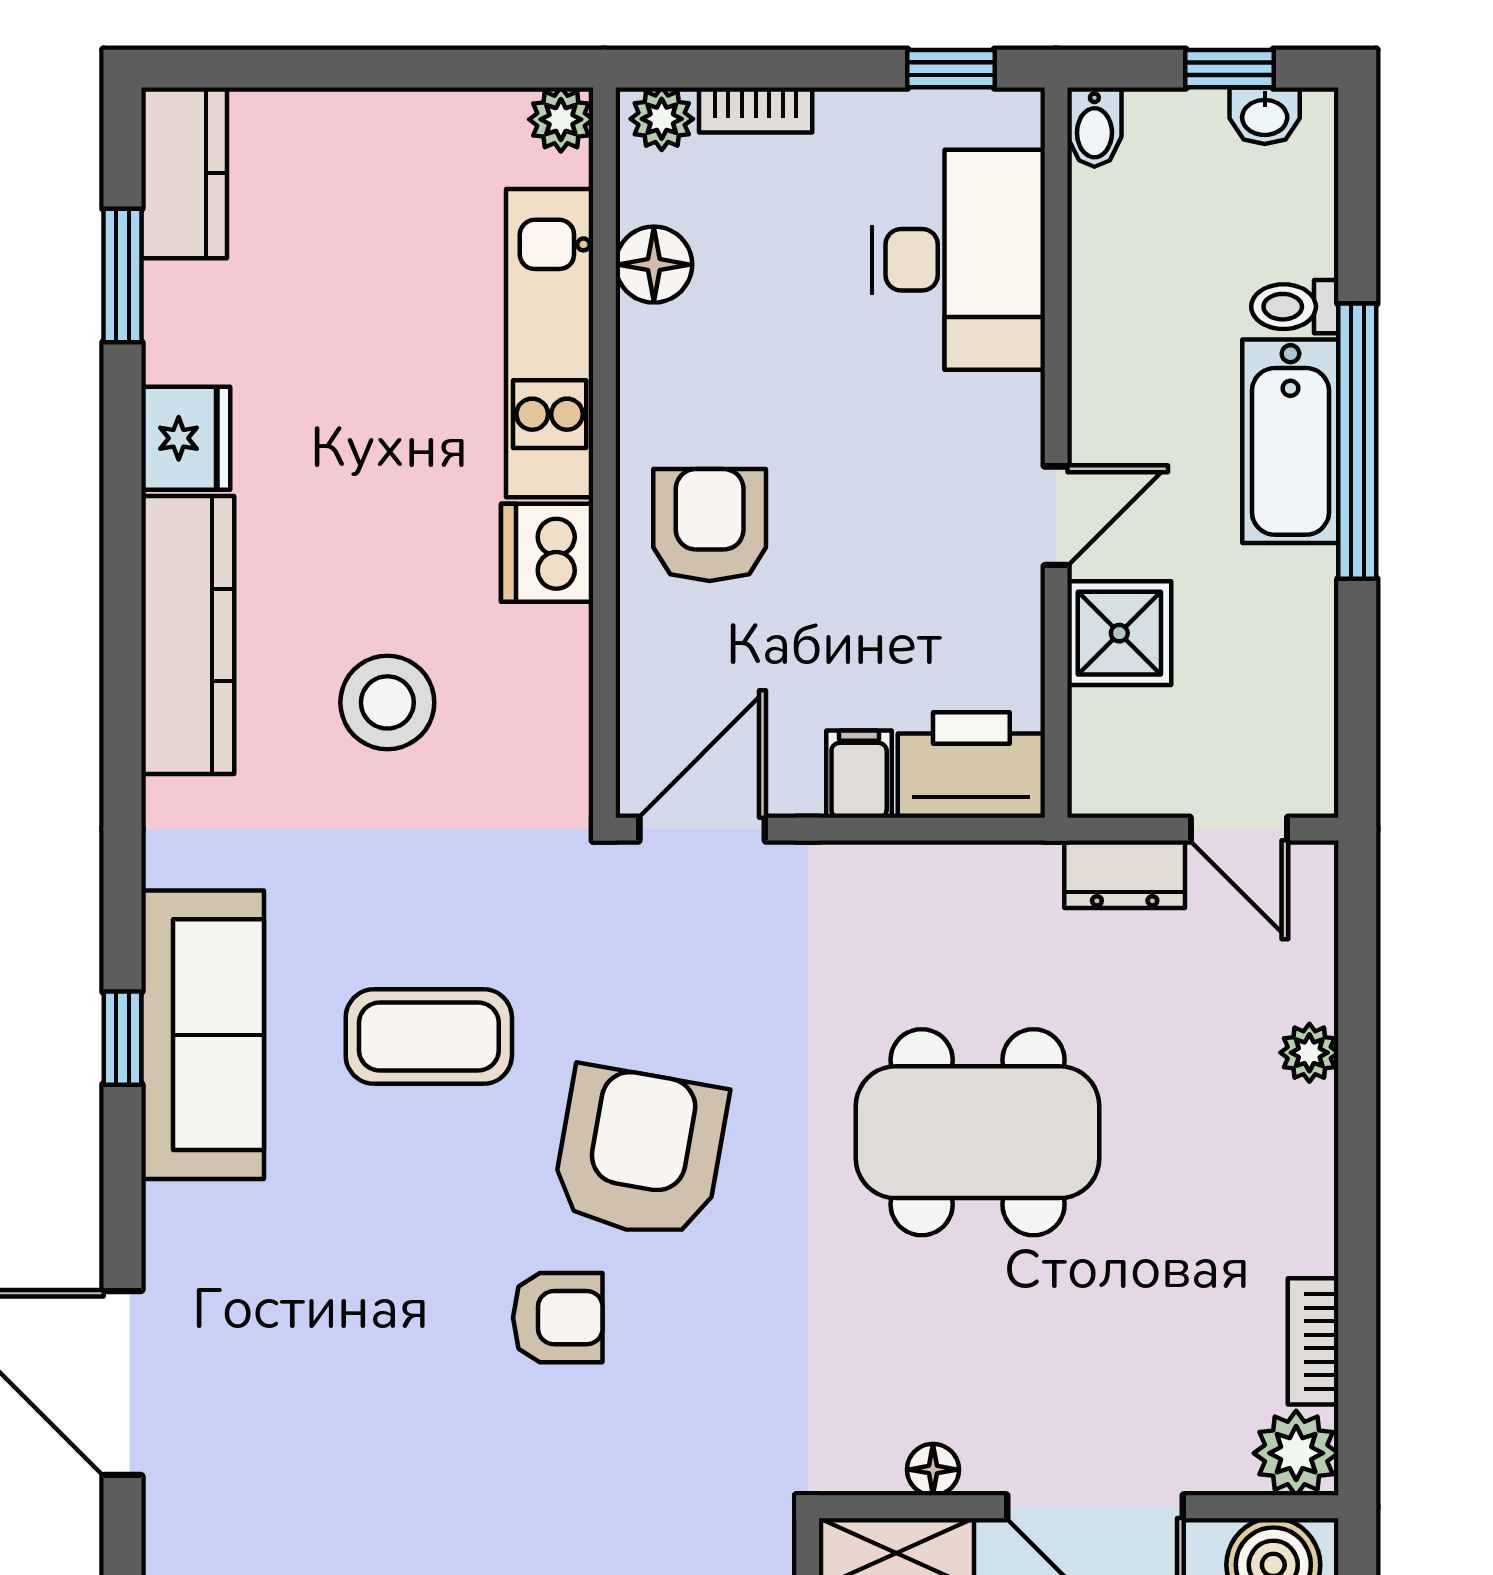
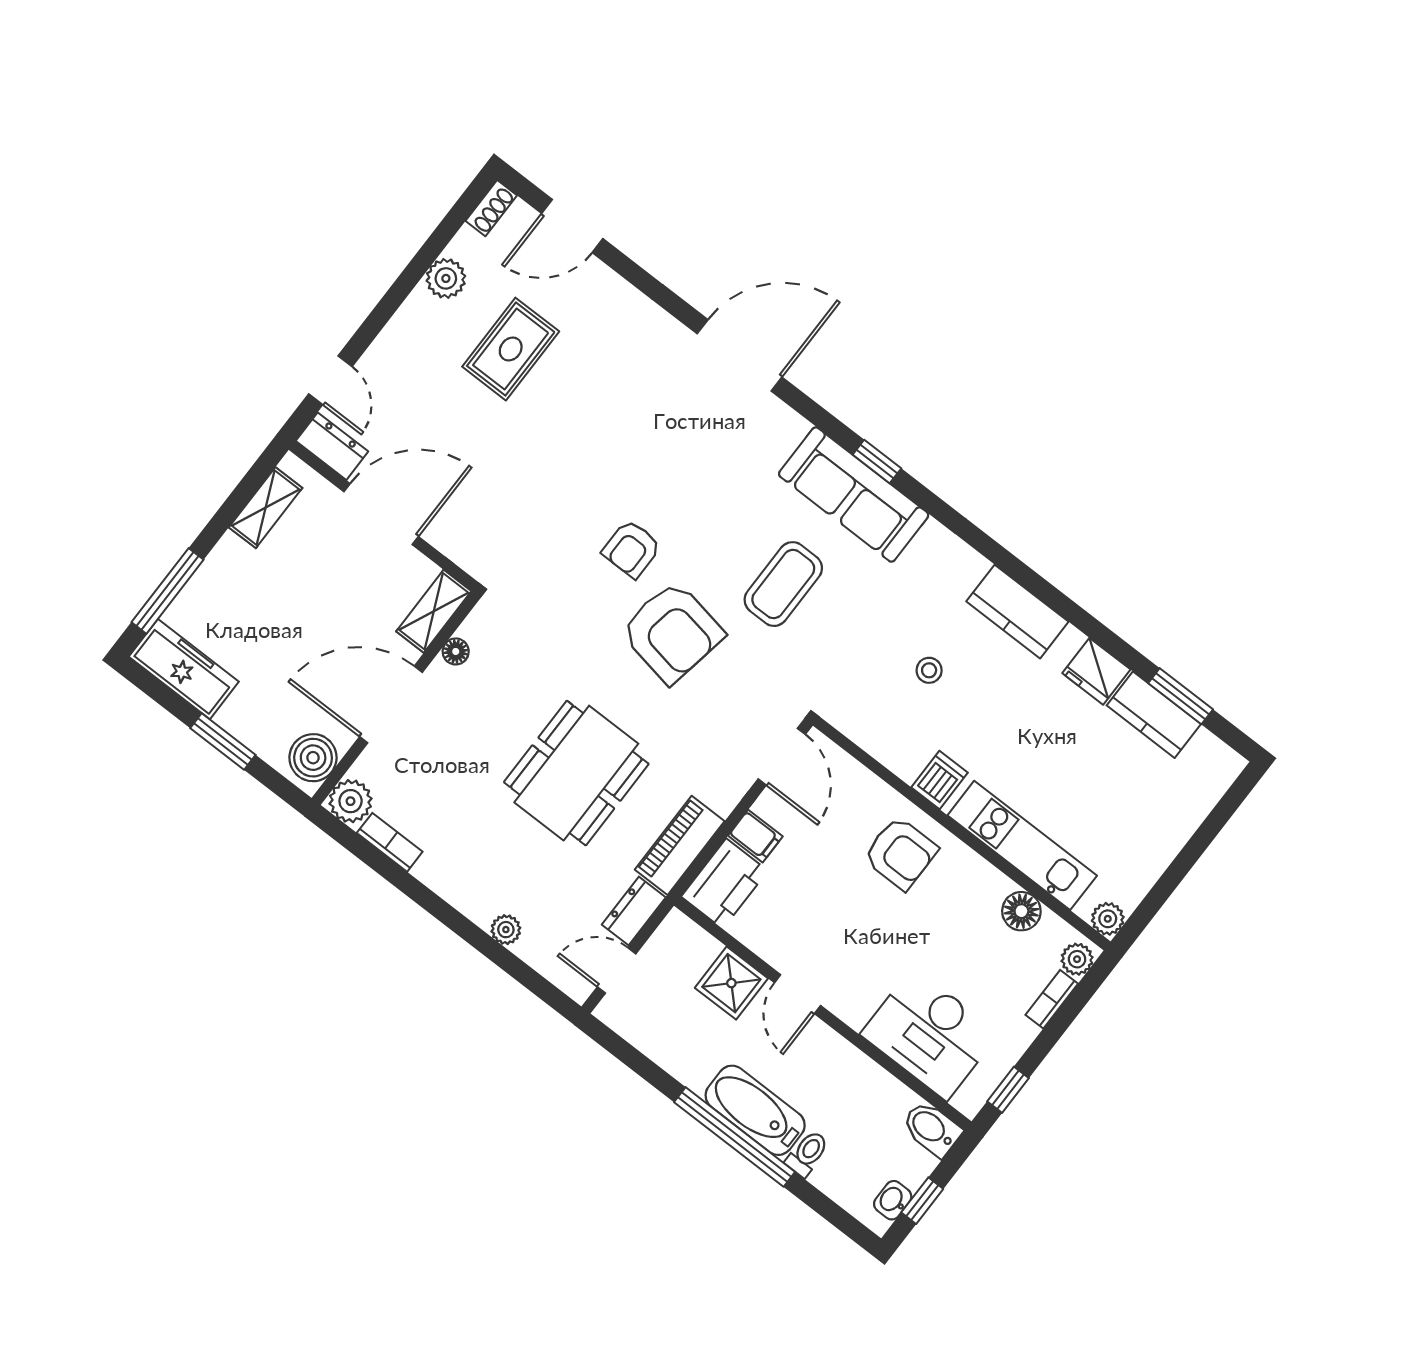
bidet: (1094, 127) -> (932, 1129), width x1.38, depth x1.36
kitchen counter: (184, 173) -> (1154, 715), moved
dishwasher: (547, 553) -> (940, 780), width x0.73
kitchen counter: (188, 635) -> (1017, 612), width x0.67
stool: (387, 702) -> (929, 670), width x0.53, depth x0.53
piano: (966, 882) -> (680, 845), added

